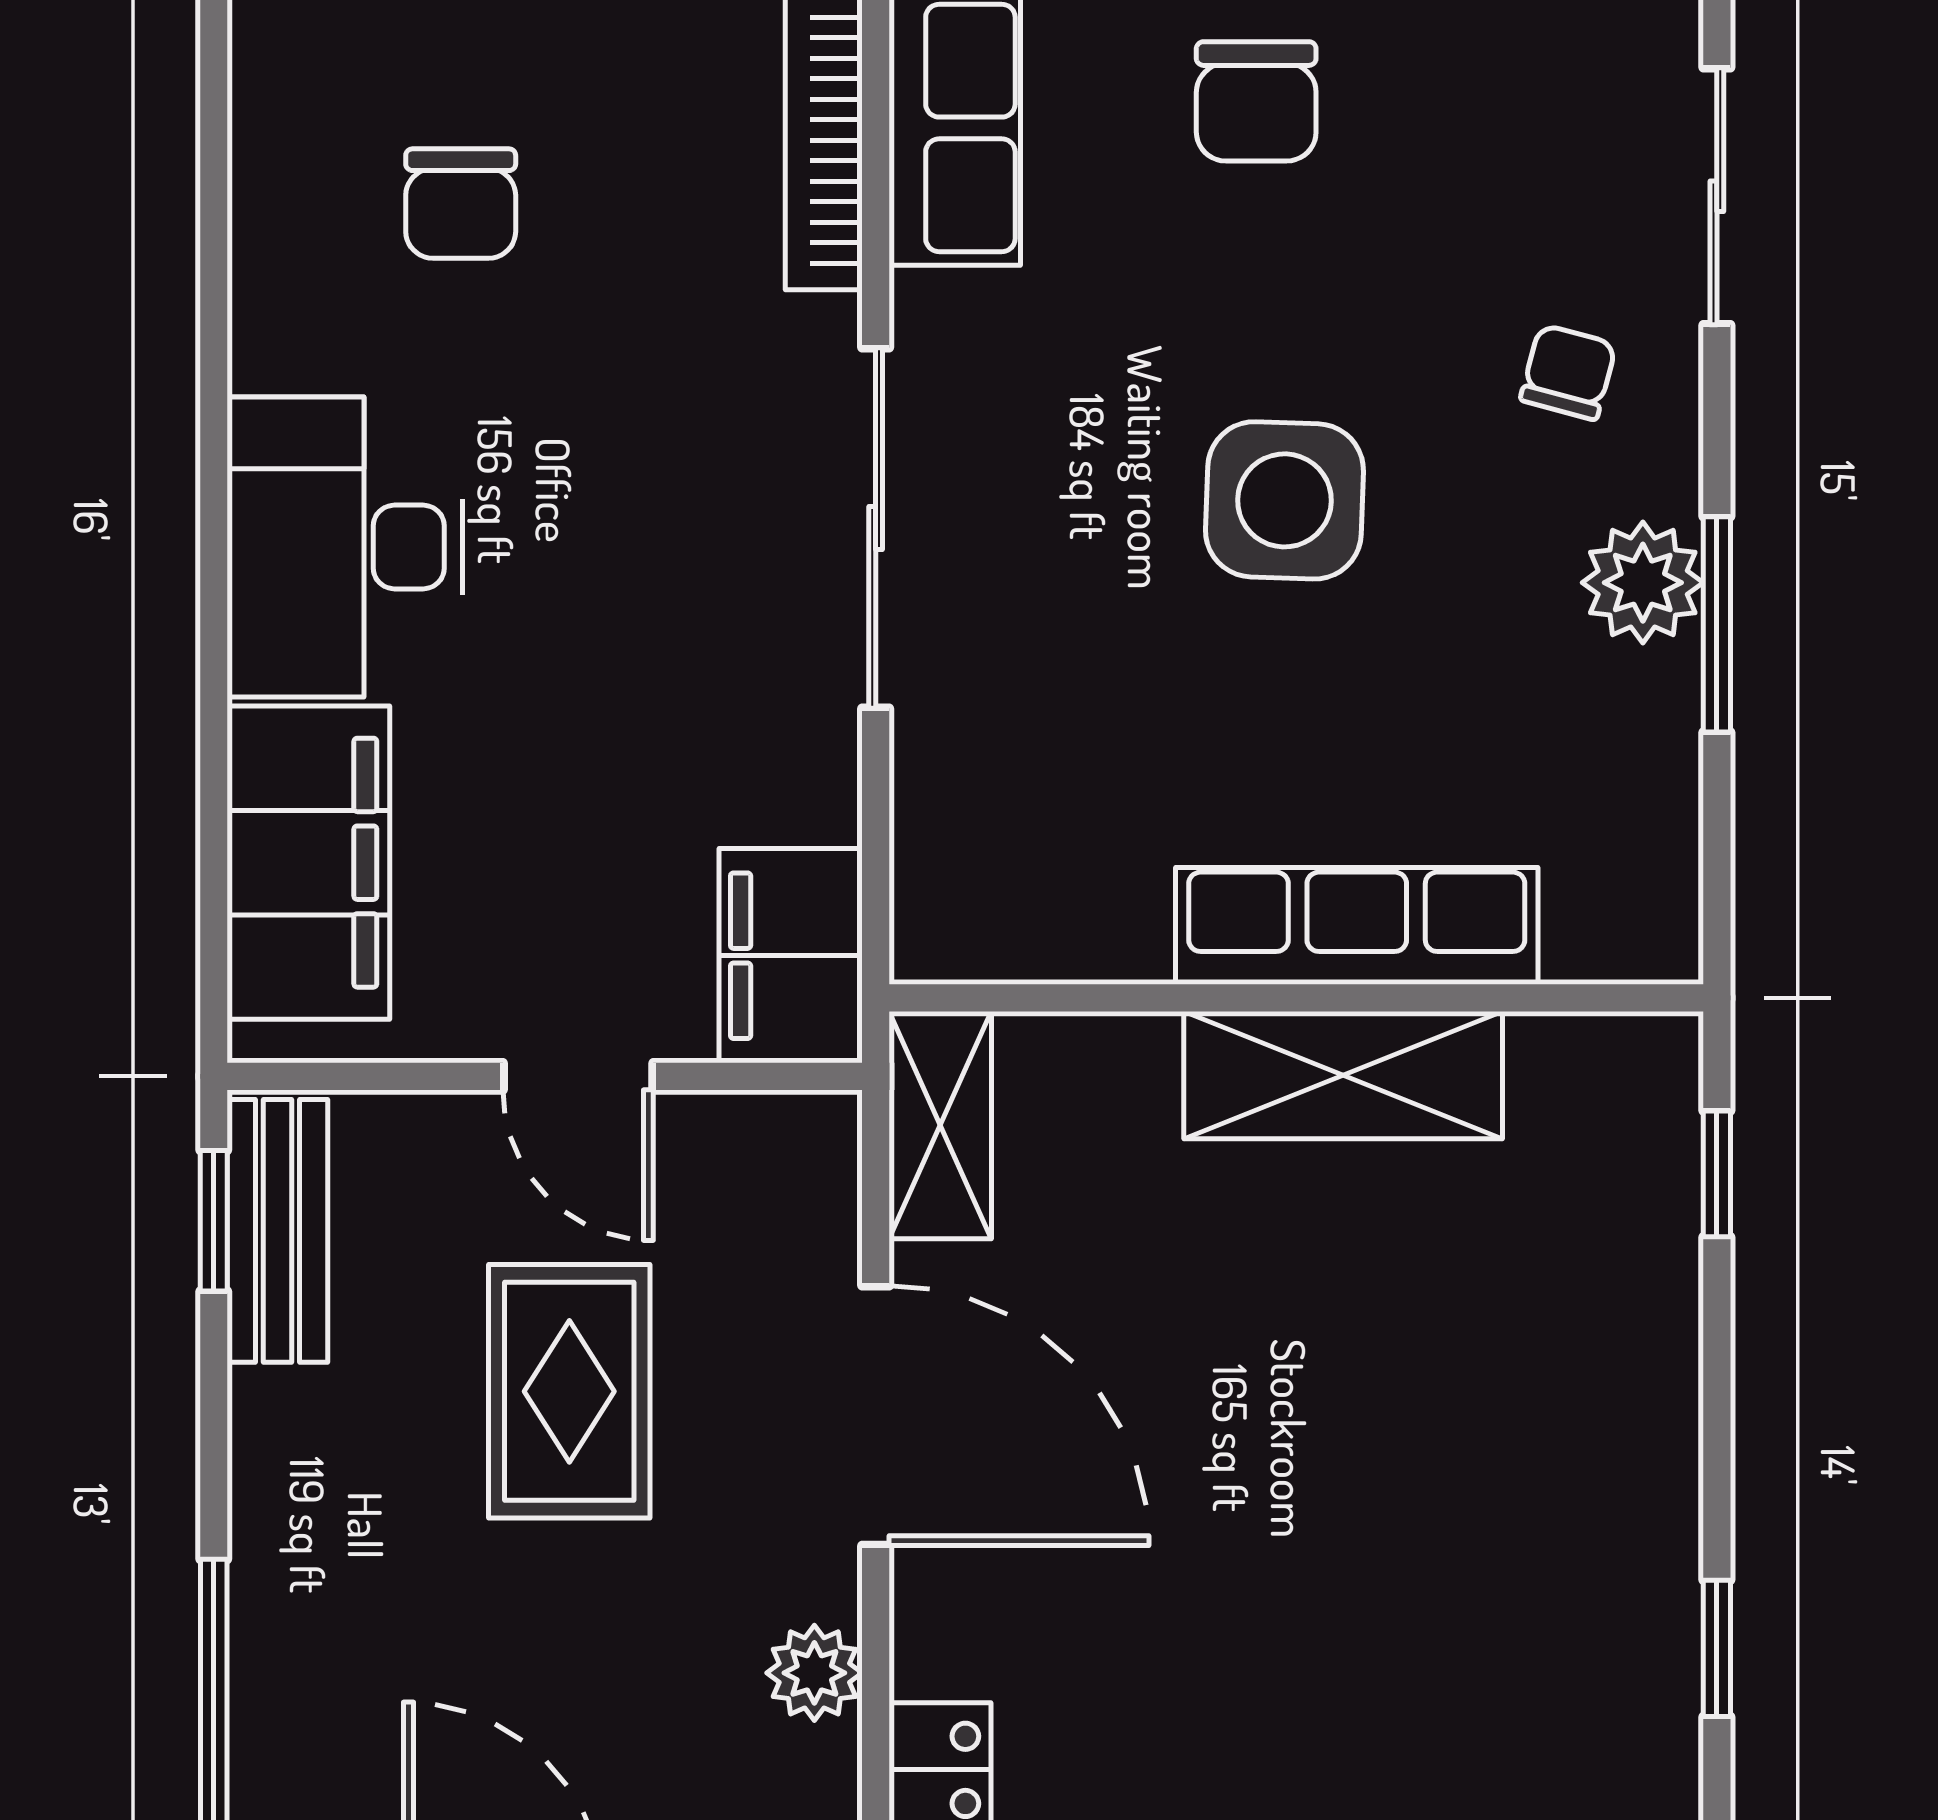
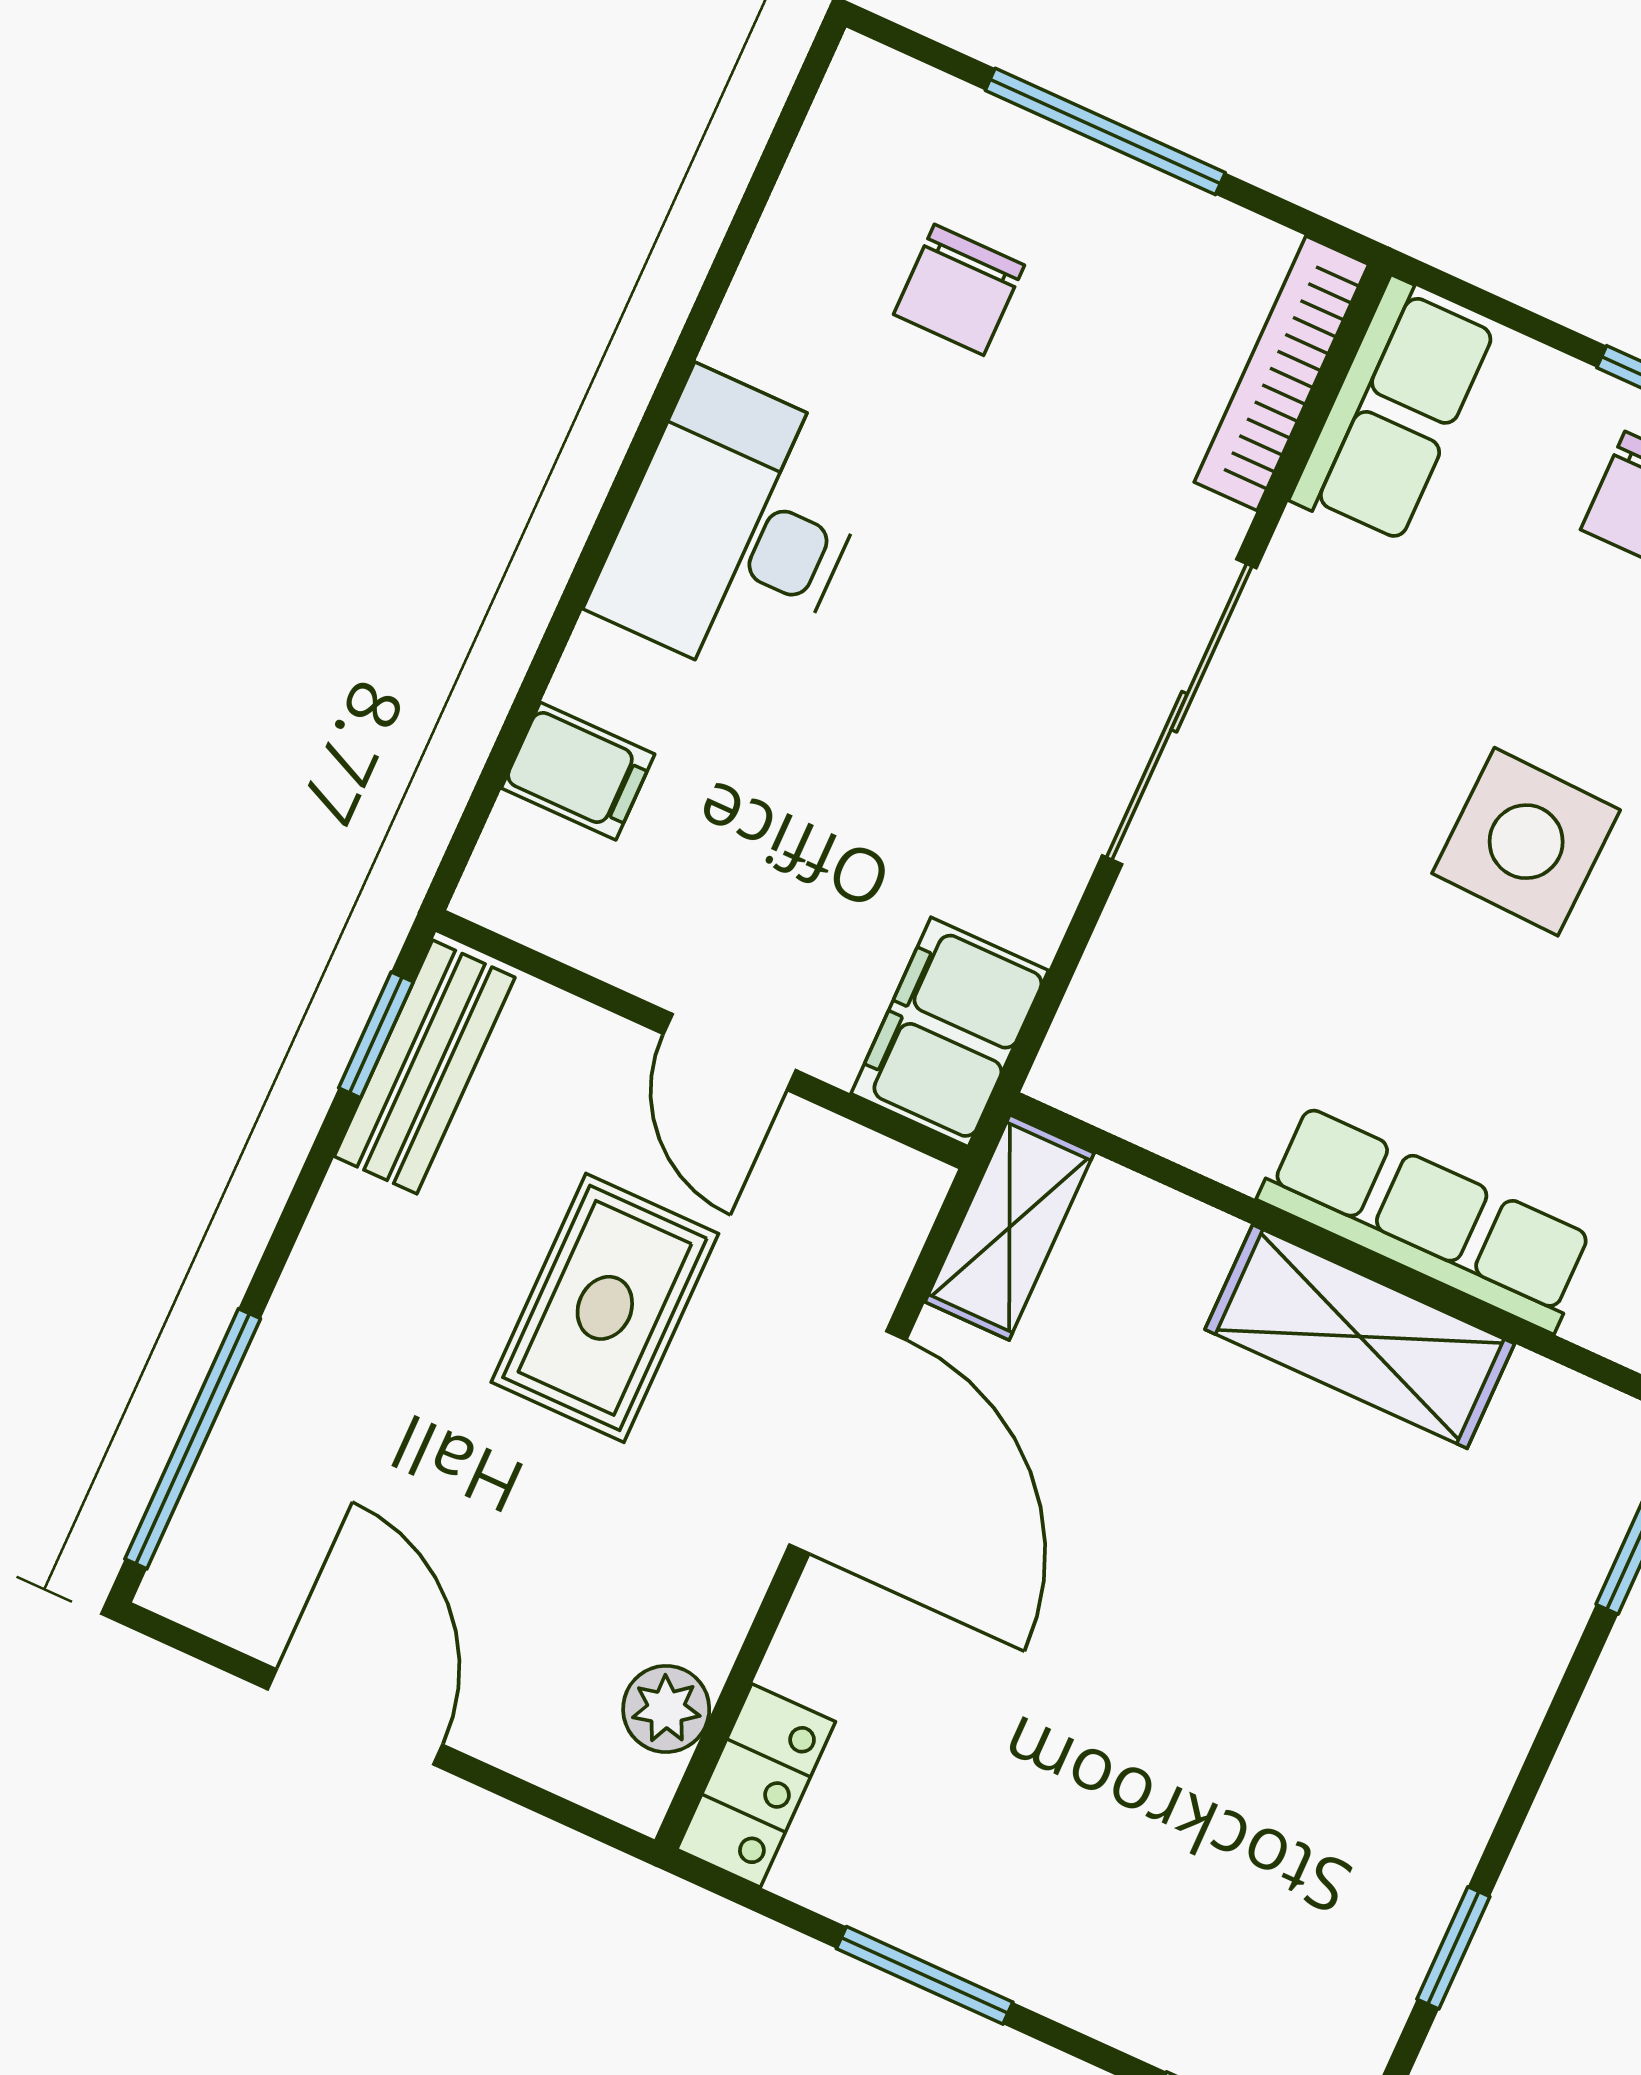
filing cabinet: (308, 863) -> (578, 771), width x0.33, depth x0.86
plant: (814, 1673) -> (666, 1709), moved

